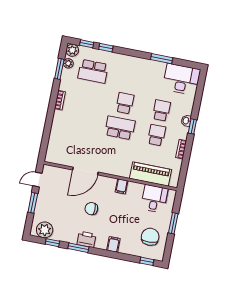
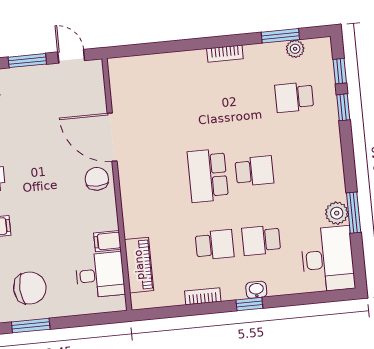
plant: (72, 50) -> (337, 213), moved
school desk: (93, 71) -> (294, 97), width x0.54
school desk: (161, 110) -> (261, 240), turned 180
school desk: (120, 128) -> (208, 176), turned 180
piano: (150, 174) -> (139, 265), width x0.73, depth x0.75
filing cabinet: (121, 186) -> (107, 241), moved
chair: (91, 209) -> (97, 179), moved
window: (173, 223) -> (31, 326), moved

